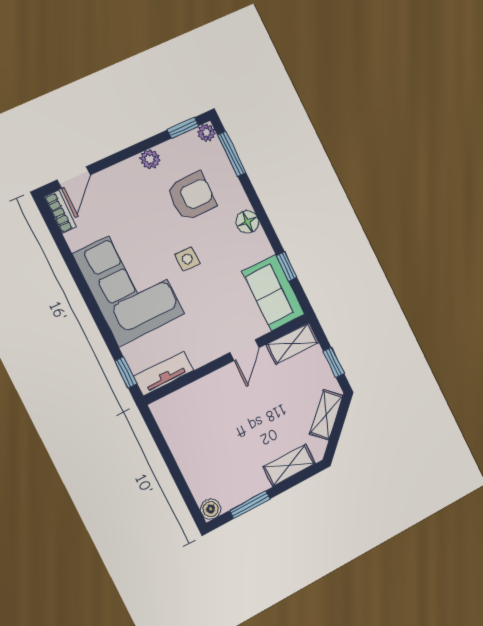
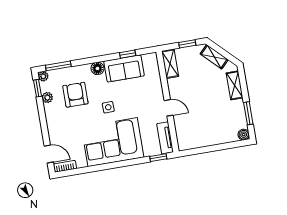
plant: (150, 159) -> (47, 98), moved
sofa: (273, 293) -> (124, 68), moved
door: (245, 350) -> (169, 108), moved

